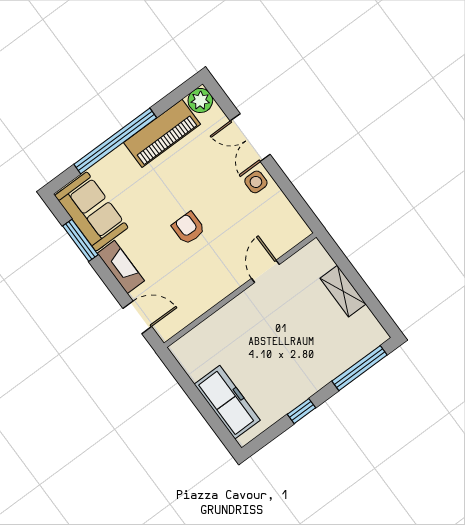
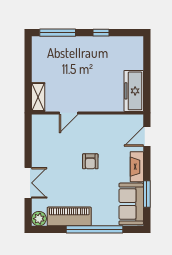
side table: (256, 182) -> (41, 160), removed
shelving: (343, 291) -> (38, 97), moved
door: (137, 317) -> (147, 136), hinge flipped
freezer: (227, 402) -> (134, 91), moved

